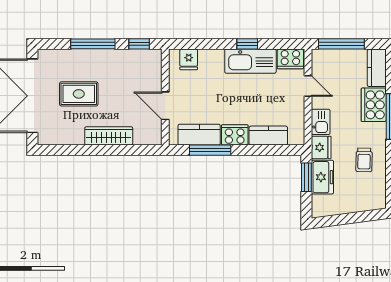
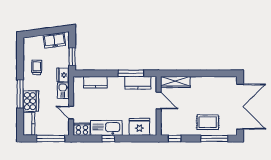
window: (93, 44) -> (214, 138), moved
fridge: (189, 59) -> (139, 127), width x1.88, depth x1.34
rug: (79, 94) -> (208, 122), moved
cooker: (235, 135) -> (116, 83), removed
wardrobe: (109, 136) -> (175, 82), moved
freezer: (322, 177) -> (54, 40), moved, turned -97

